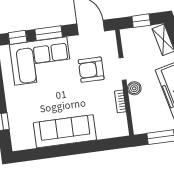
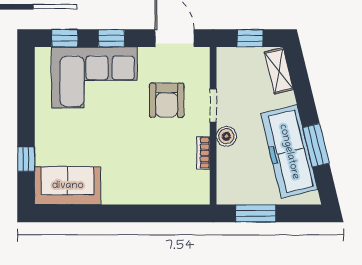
window: (49, 33) -> (111, 38), width x0.67
armchair: (91, 70) -> (167, 100), turned -90
sofa: (65, 131) -> (68, 186), moved, width x0.73

